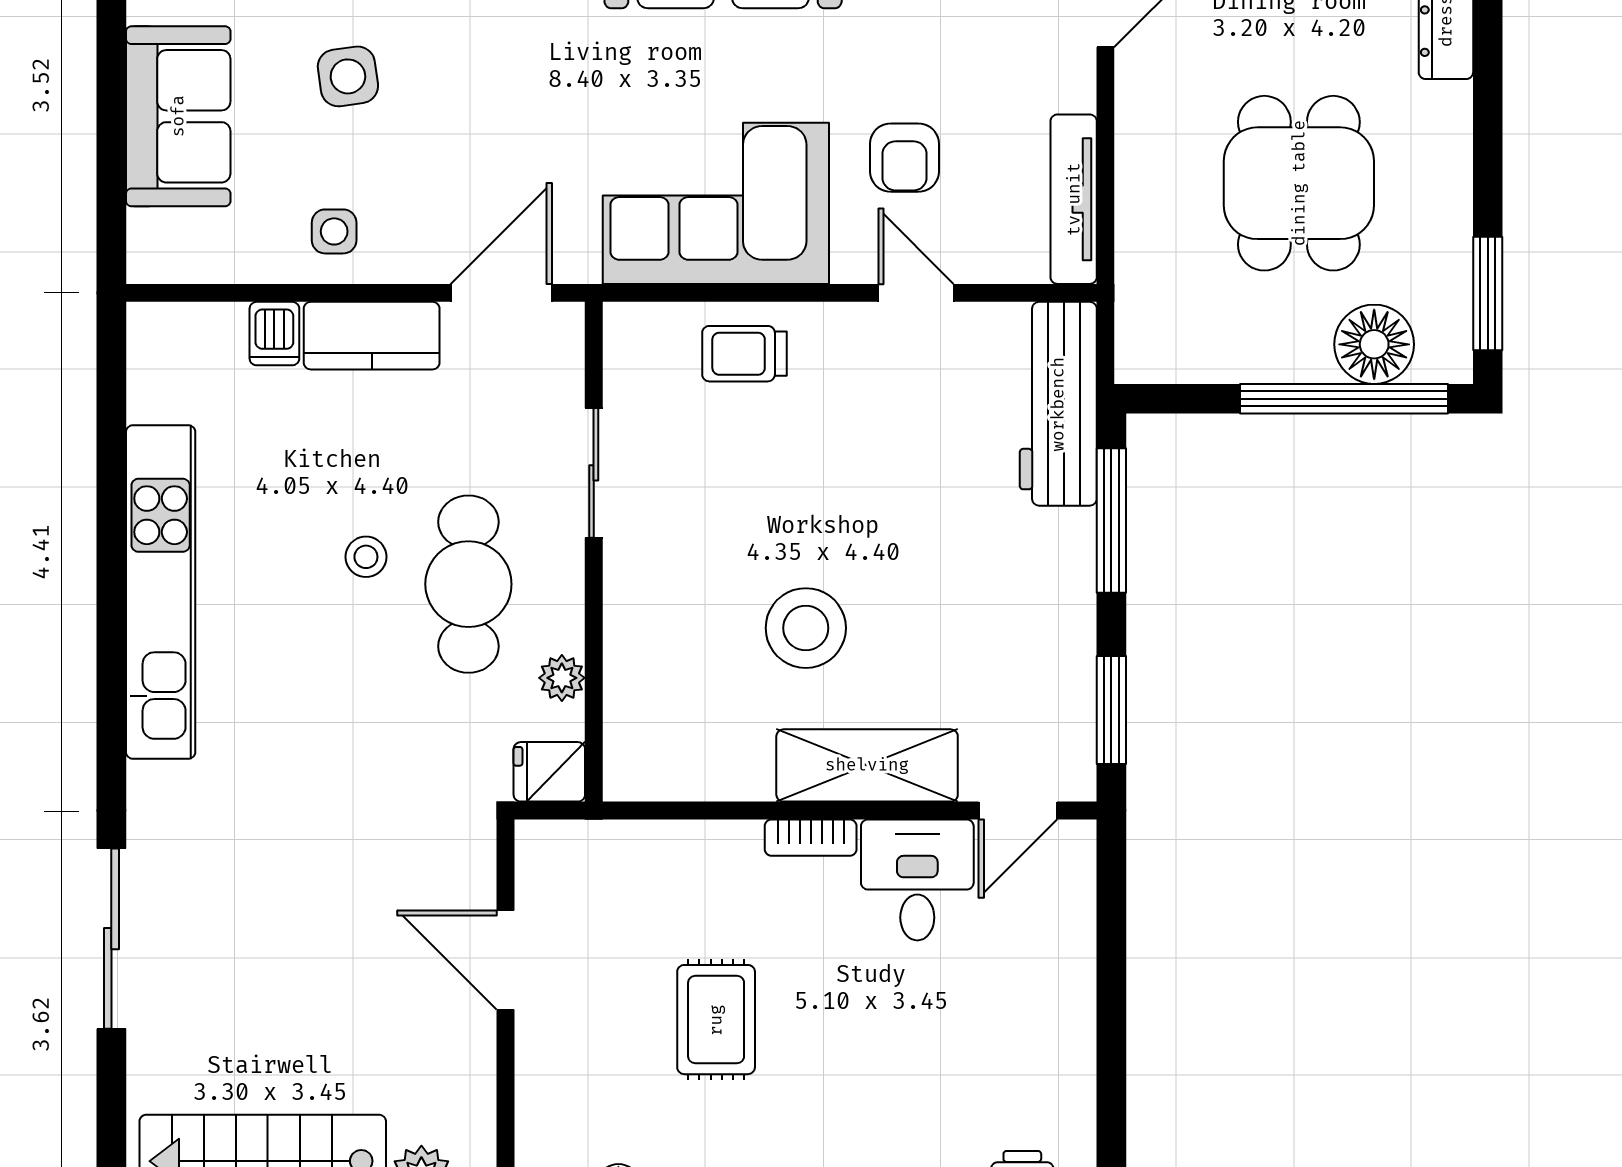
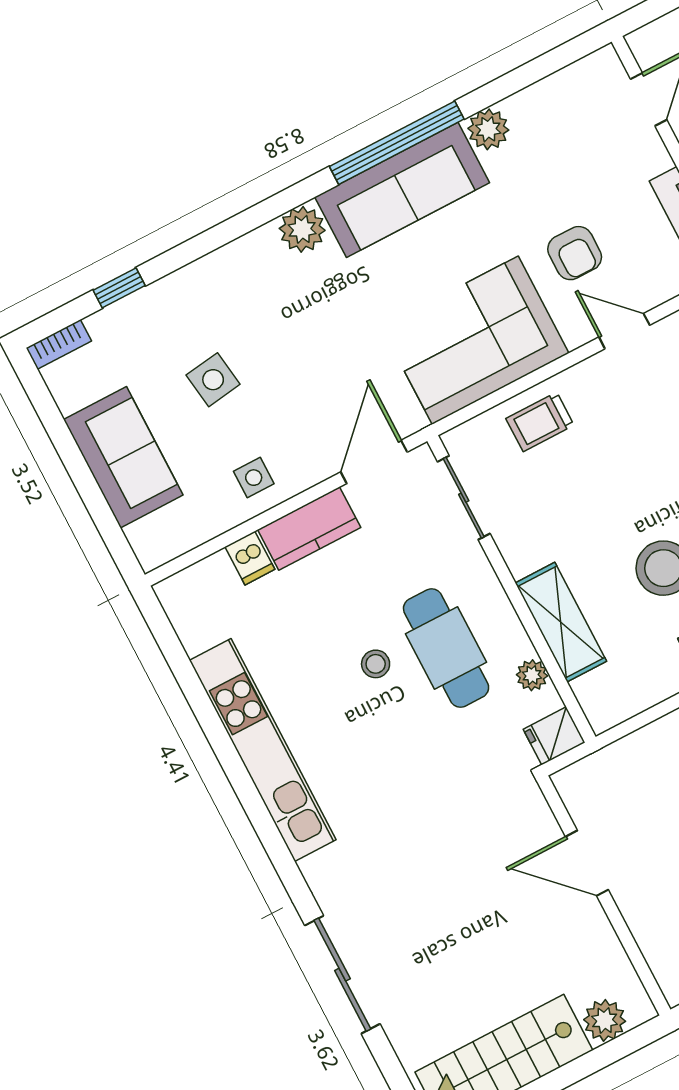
sliding door: (594, 473) -> (464, 498), moved
shelving: (635, 629) -> (561, 622), added

